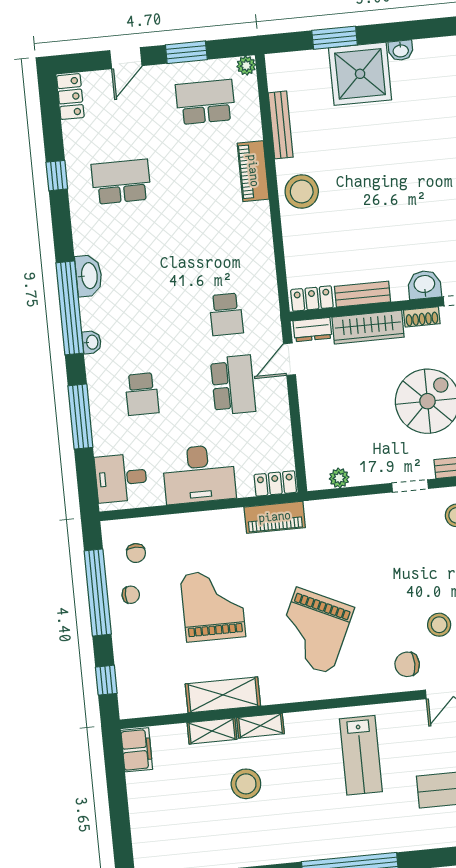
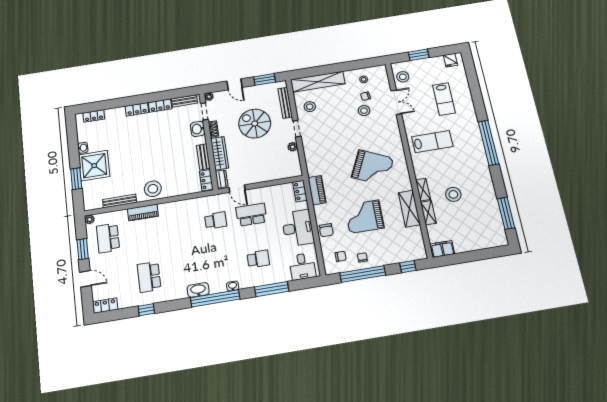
plant: (339, 478) -> (293, 147), moved
chair: (407, 664) -> (326, 230), moved

